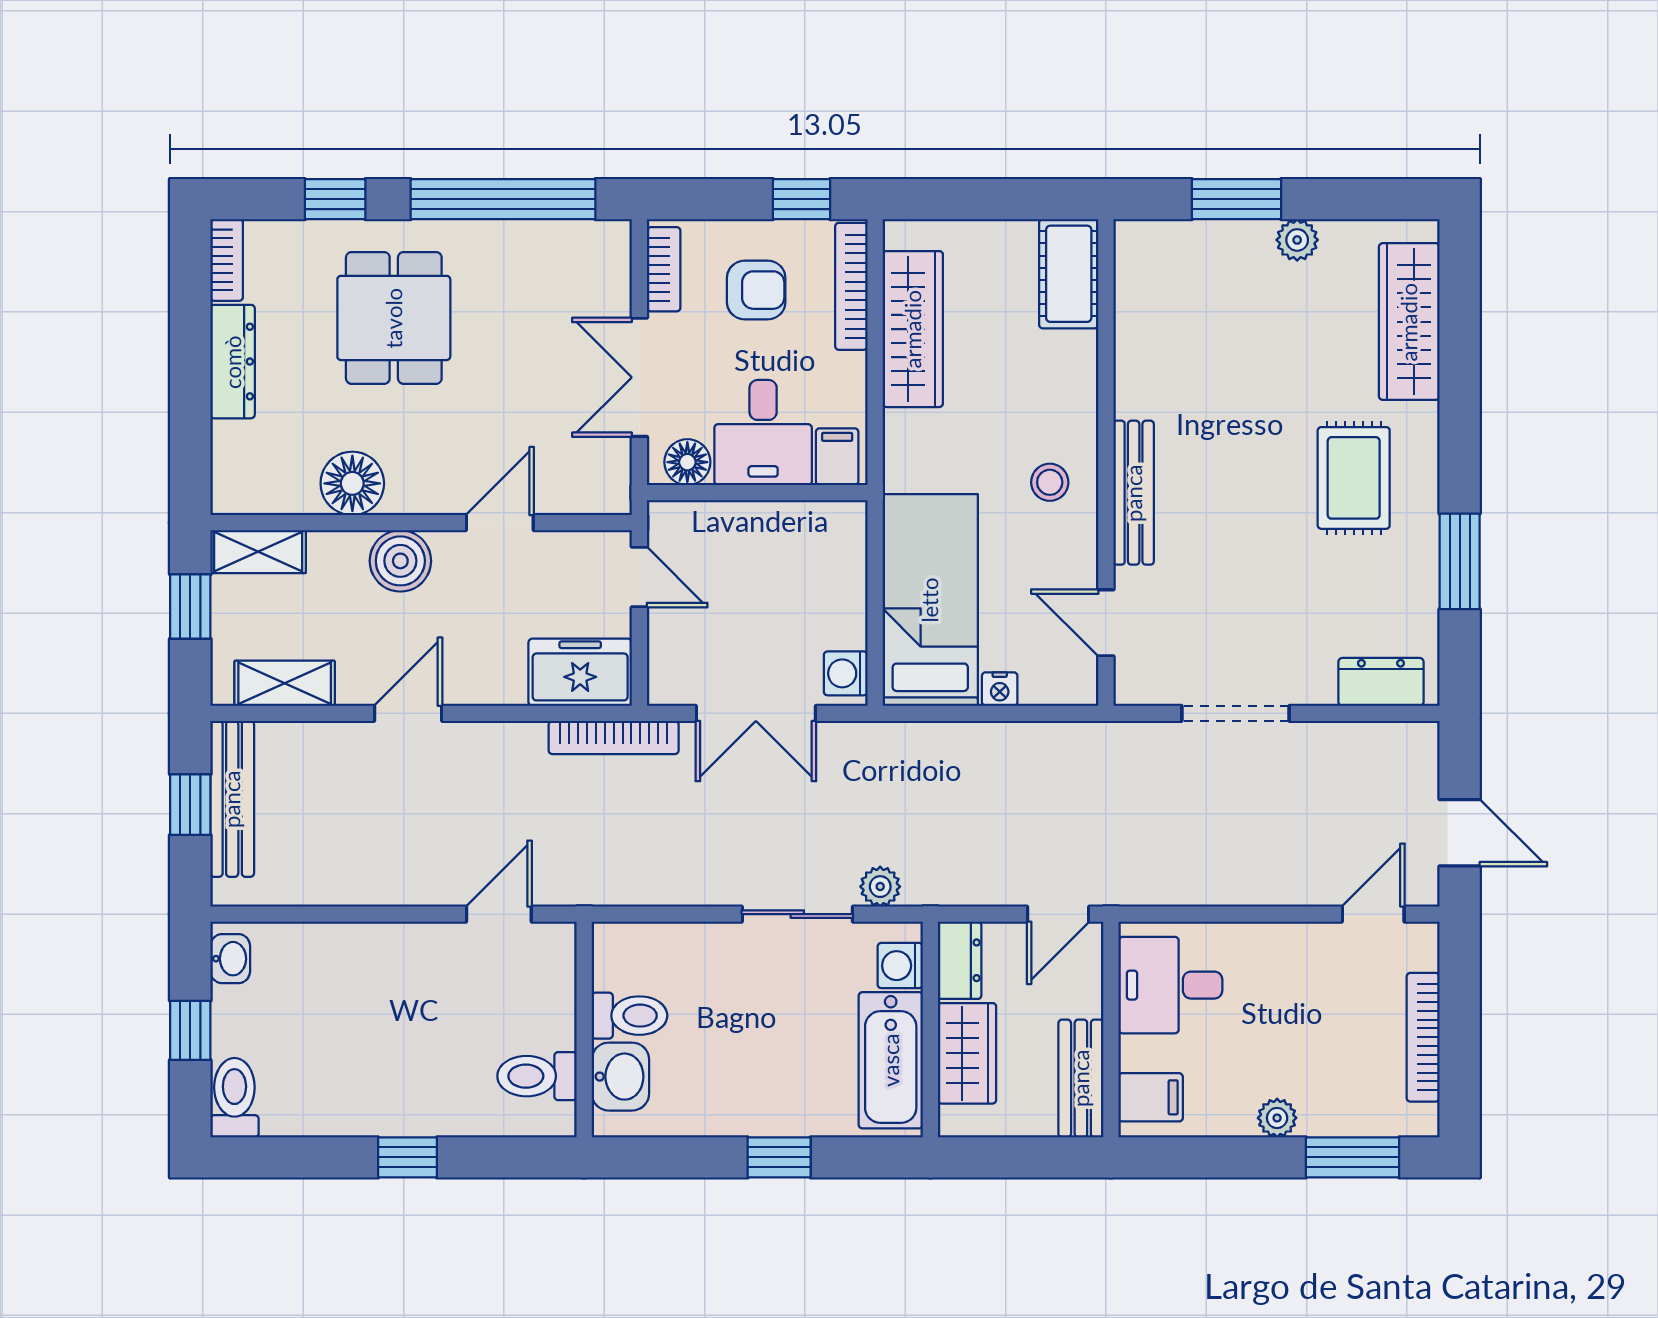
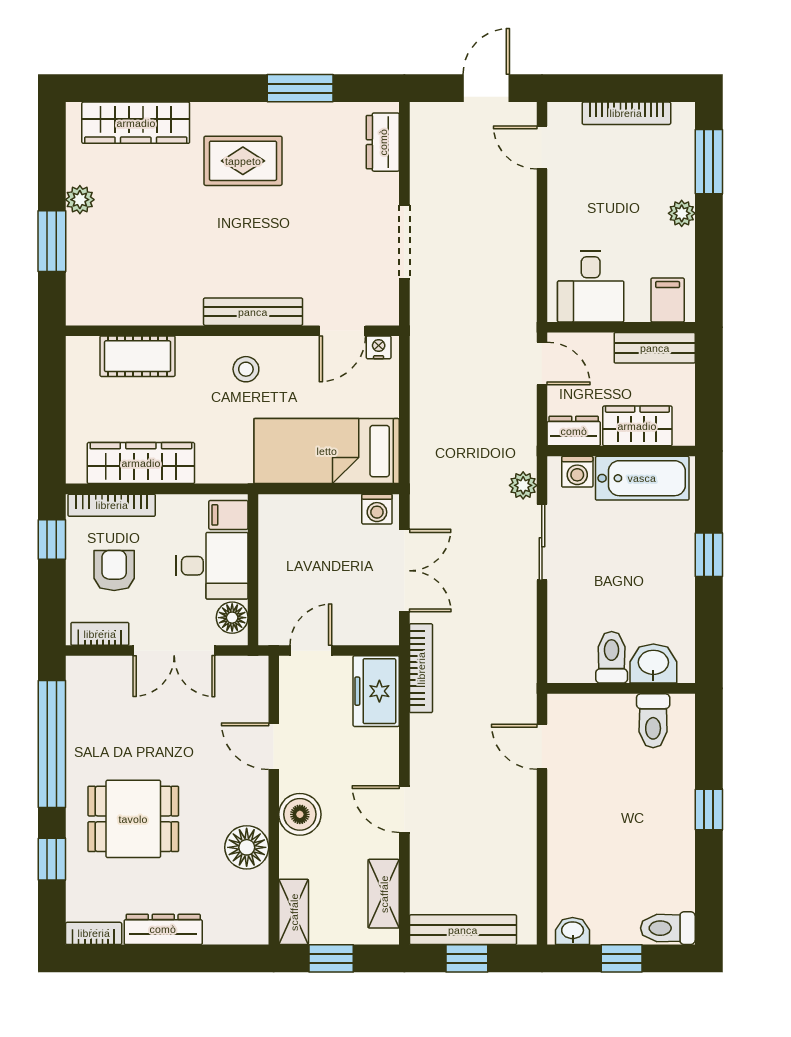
cot: (1069, 274) -> (138, 356), moved
nightstand: (1000, 689) -> (379, 347), moved, turned -90

